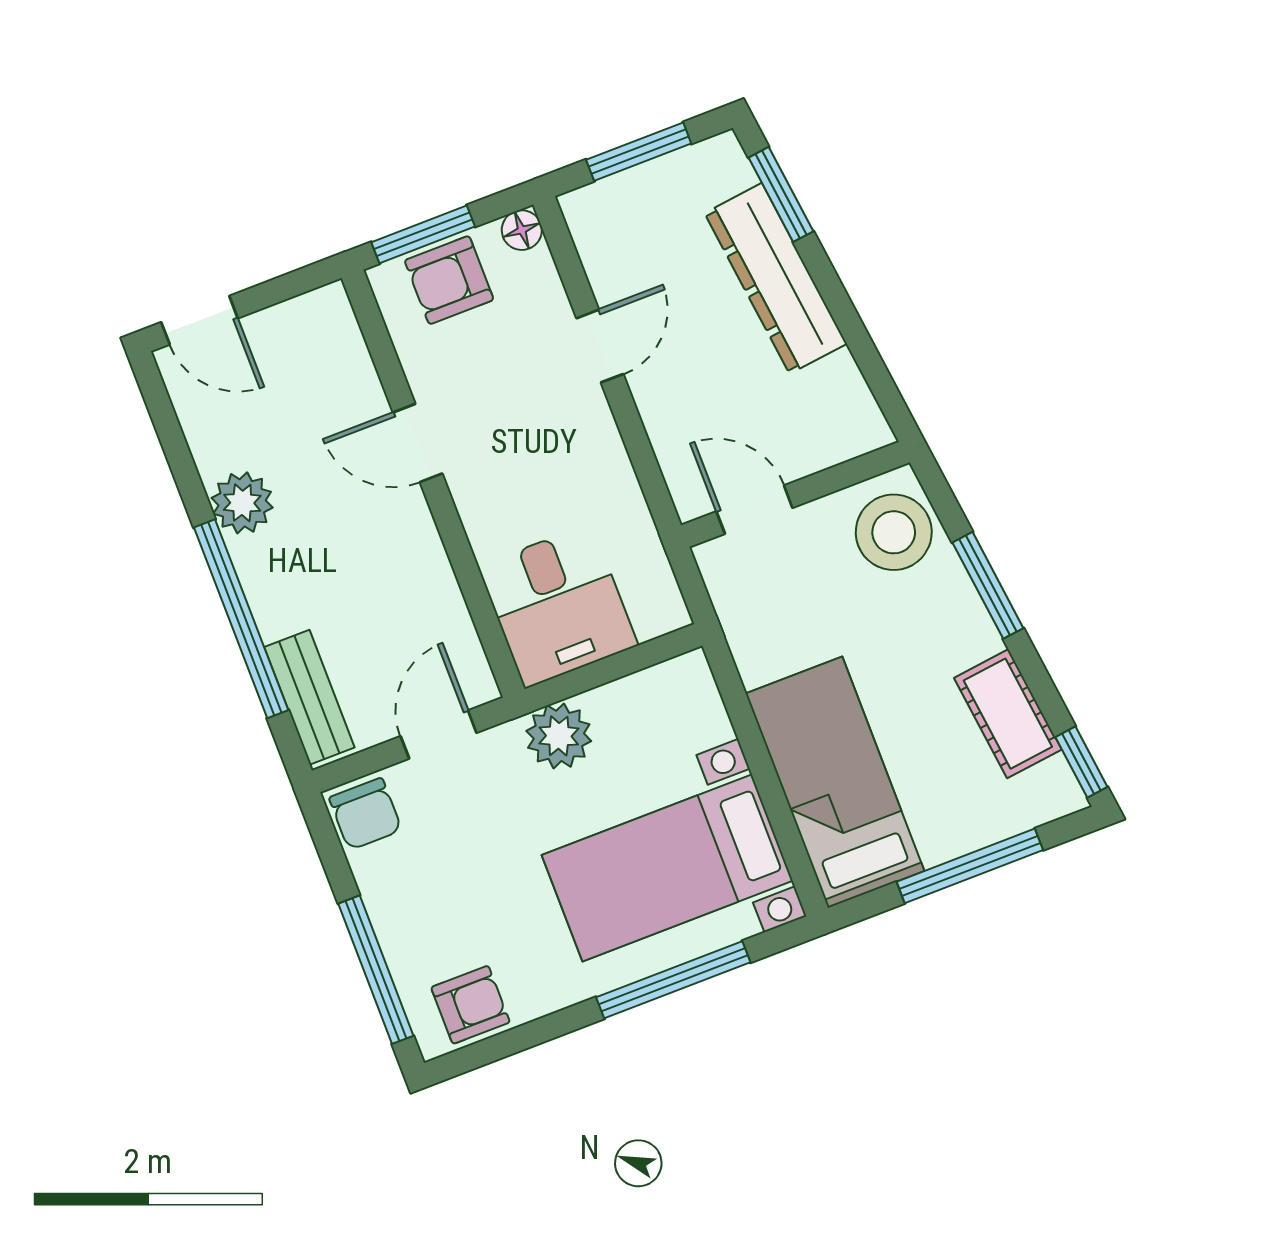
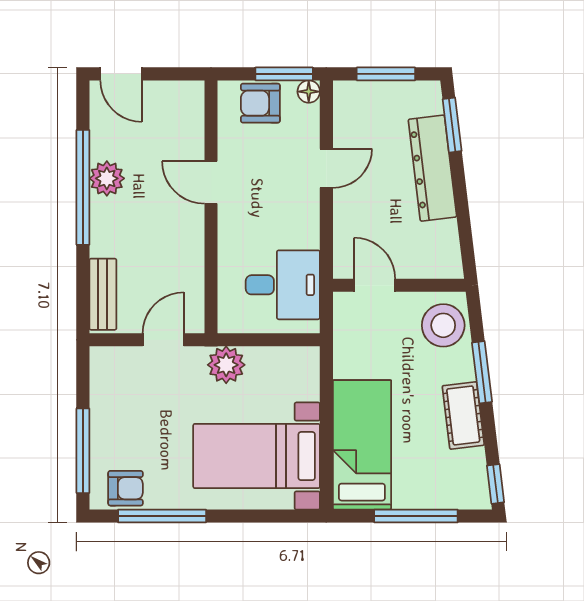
window: (423, 234) -> (284, 74), moved
desk: (558, 606) -> (283, 285), moved, turned -90
window: (241, 619) -> (83, 187), moved
cot: (1008, 714) -> (463, 415), moved
chair: (365, 814) -> (109, 367), removed
window: (673, 980) -> (162, 516), moved

